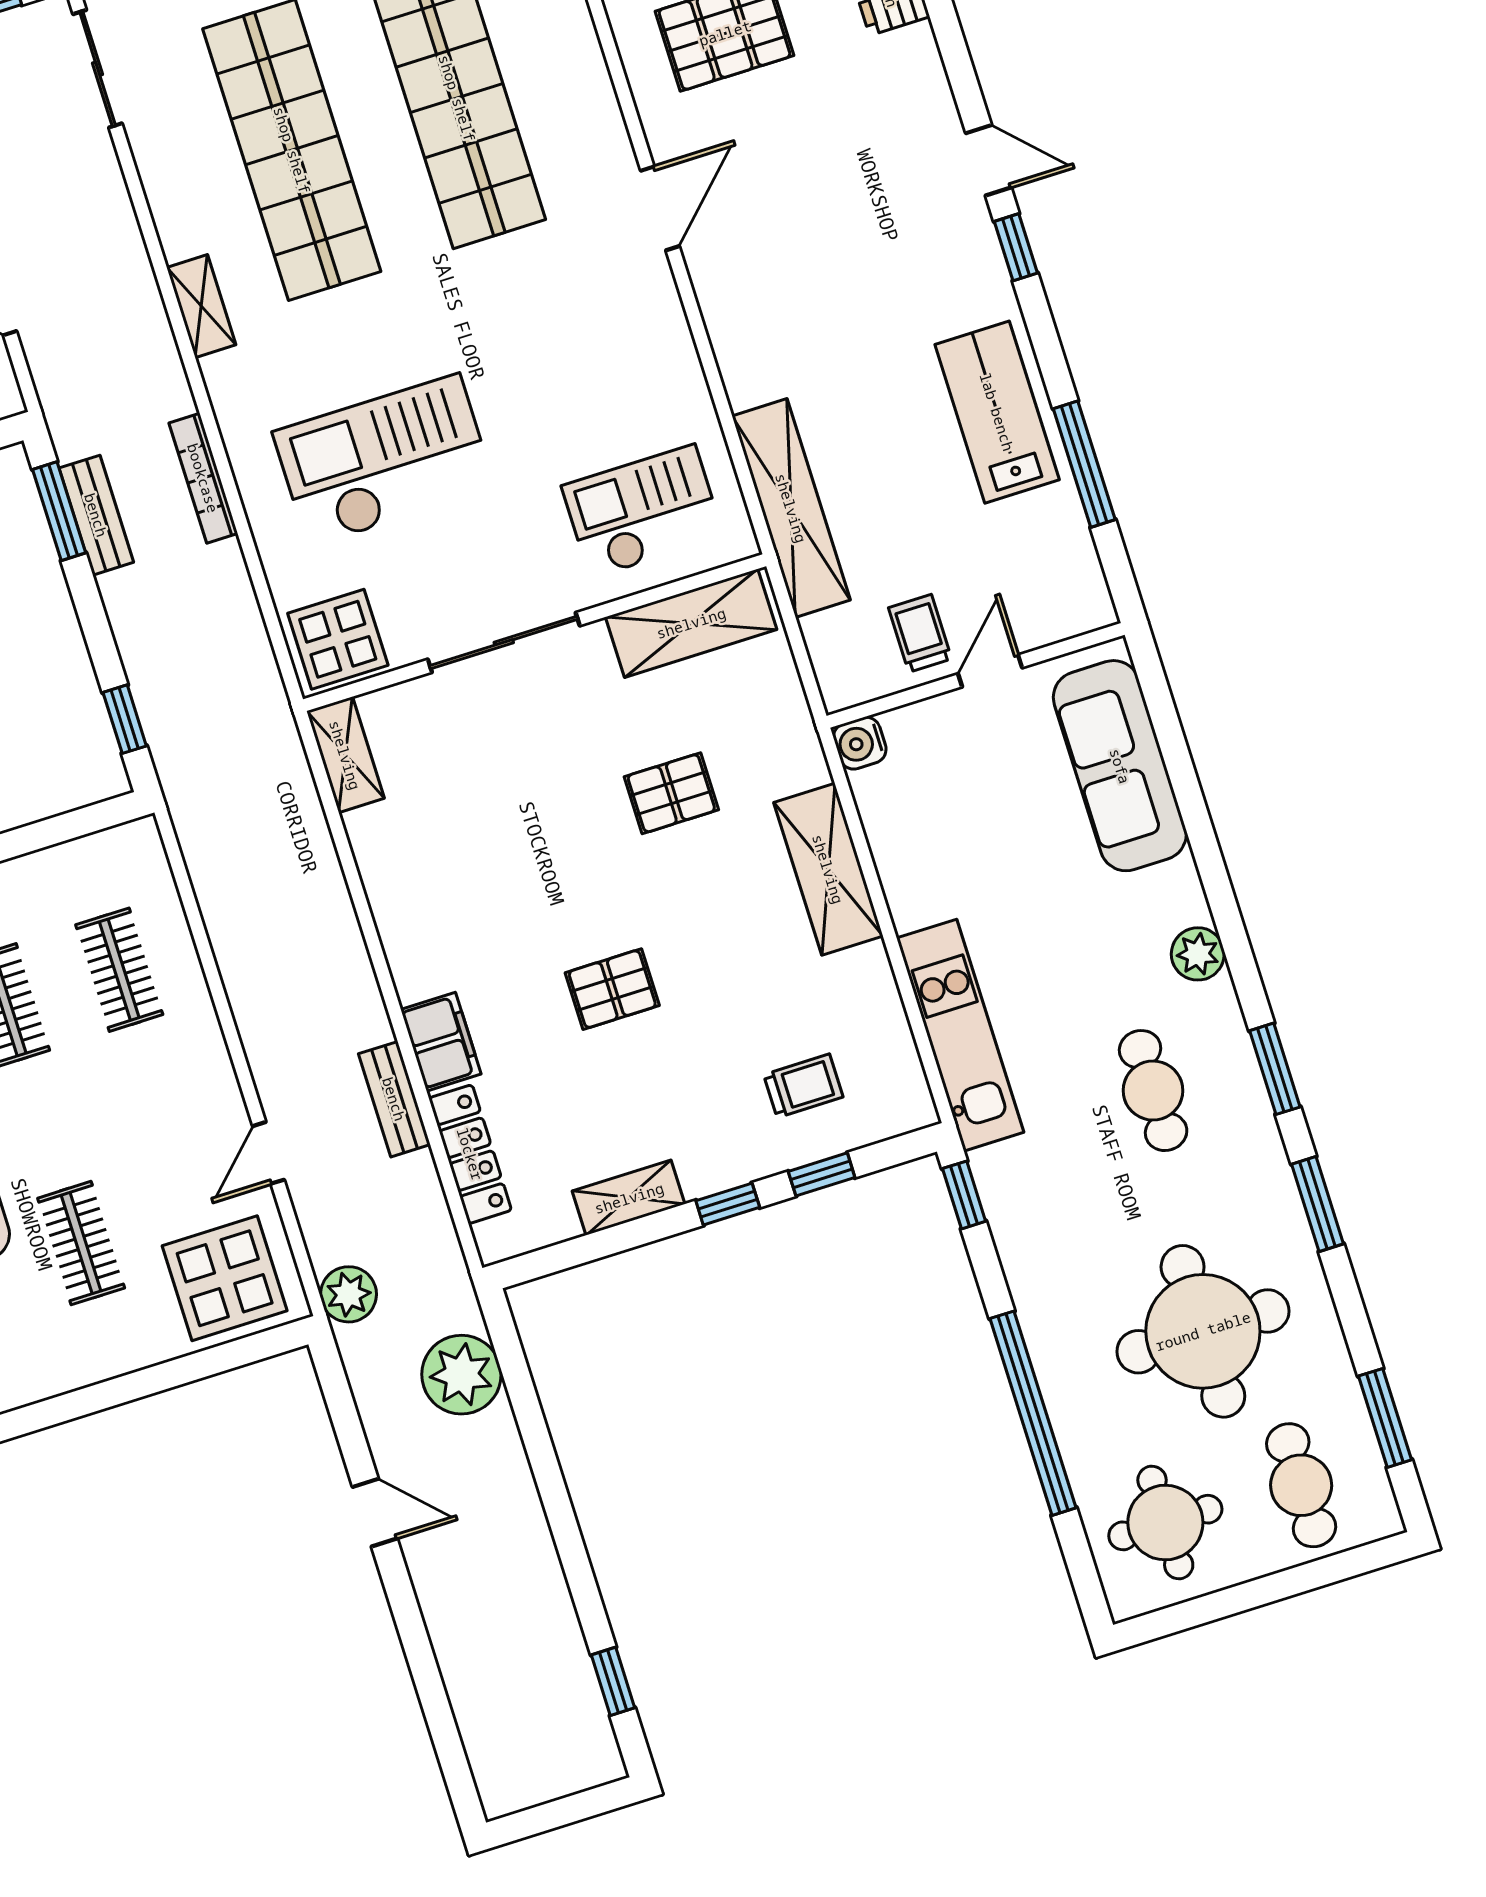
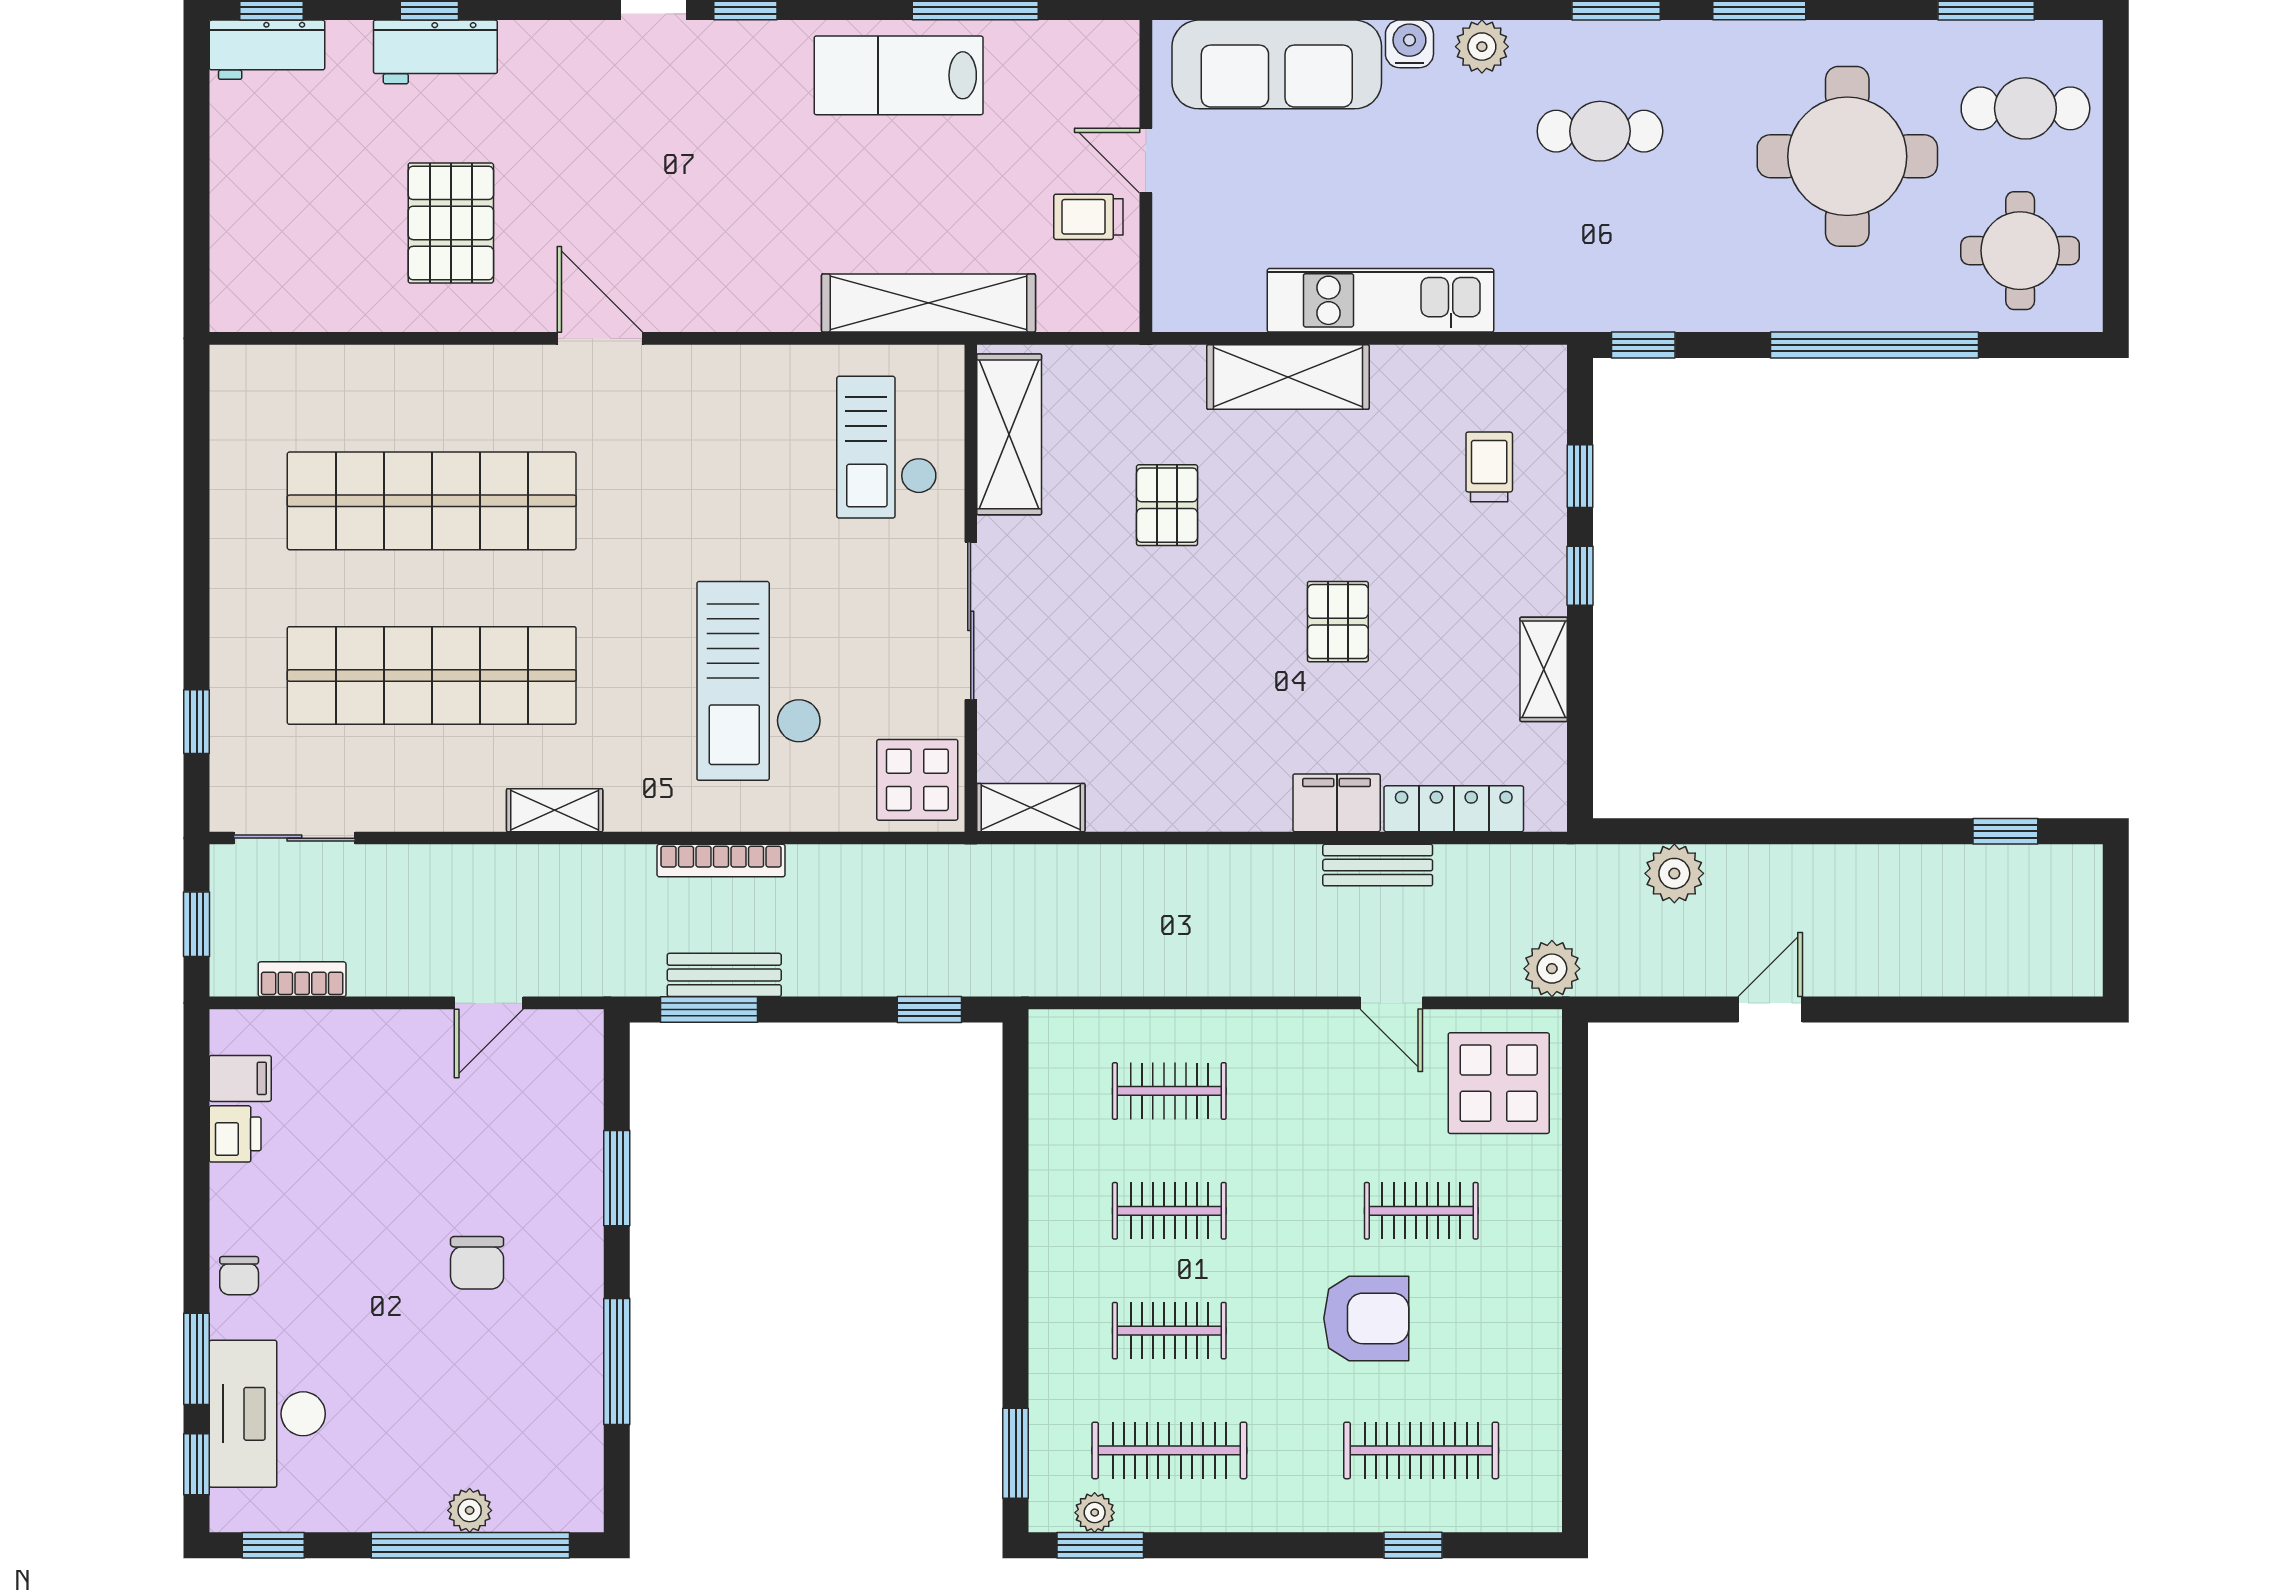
water cooler: (860, 743) -> (1409, 44), moved, turned 180
kitchen unit: (960, 1035) -> (1380, 300), moved
plant: (461, 1375) -> (1674, 873), width x0.73, depth x0.73

